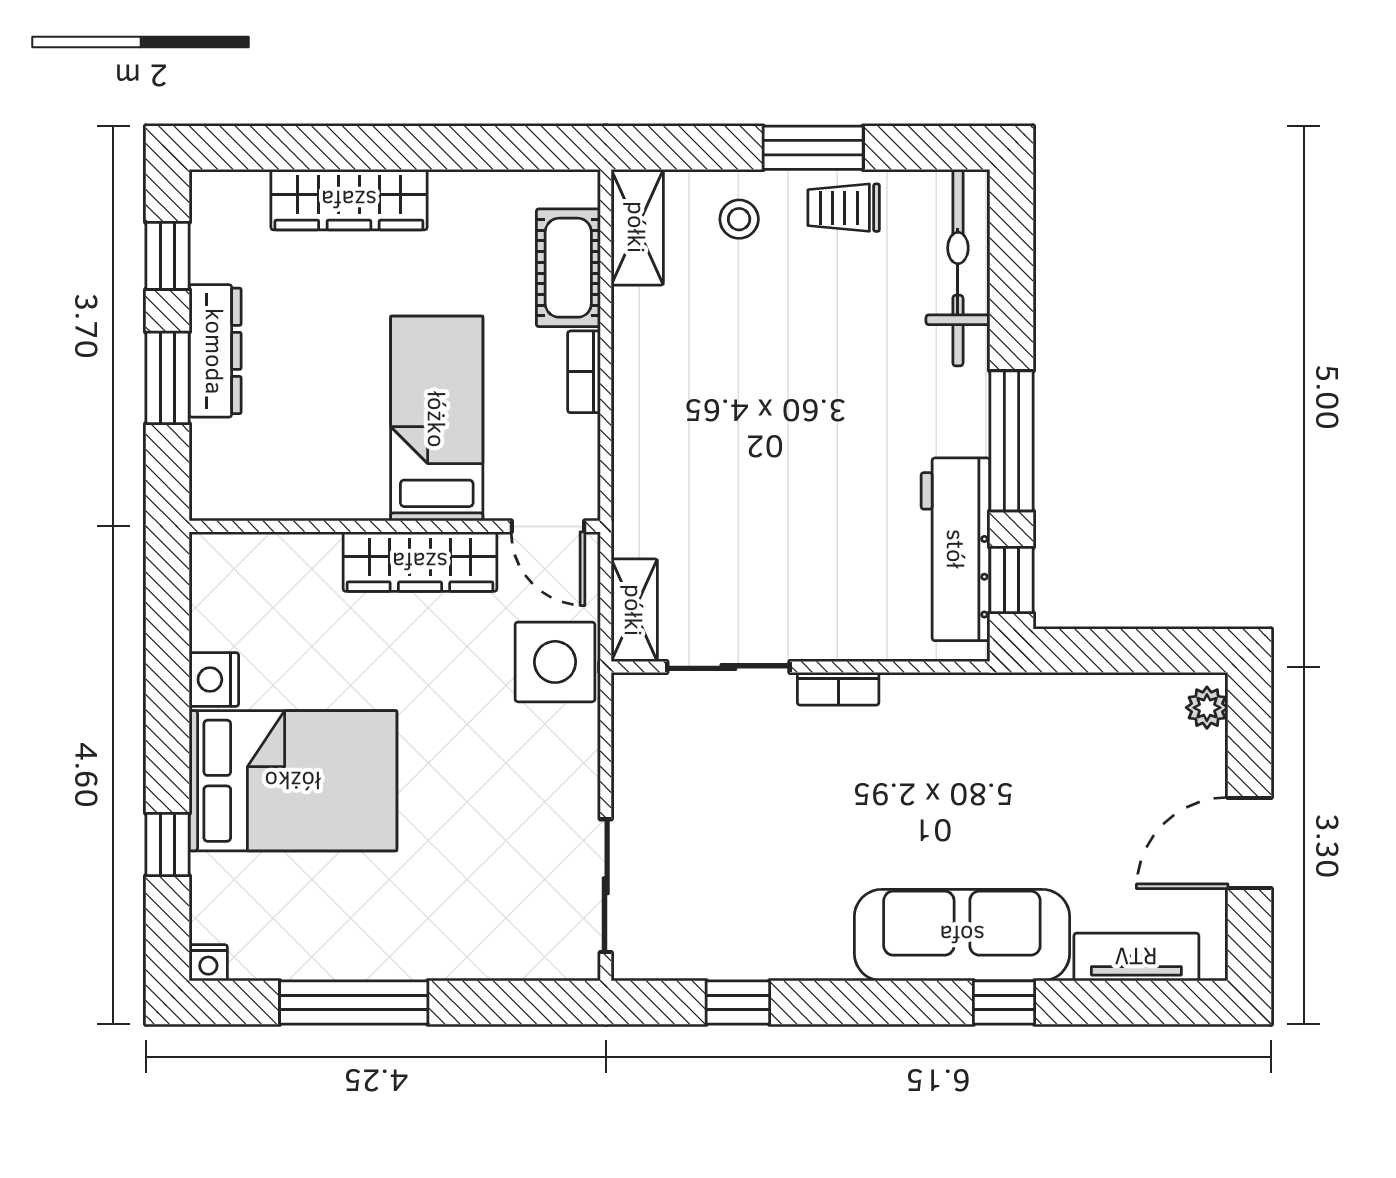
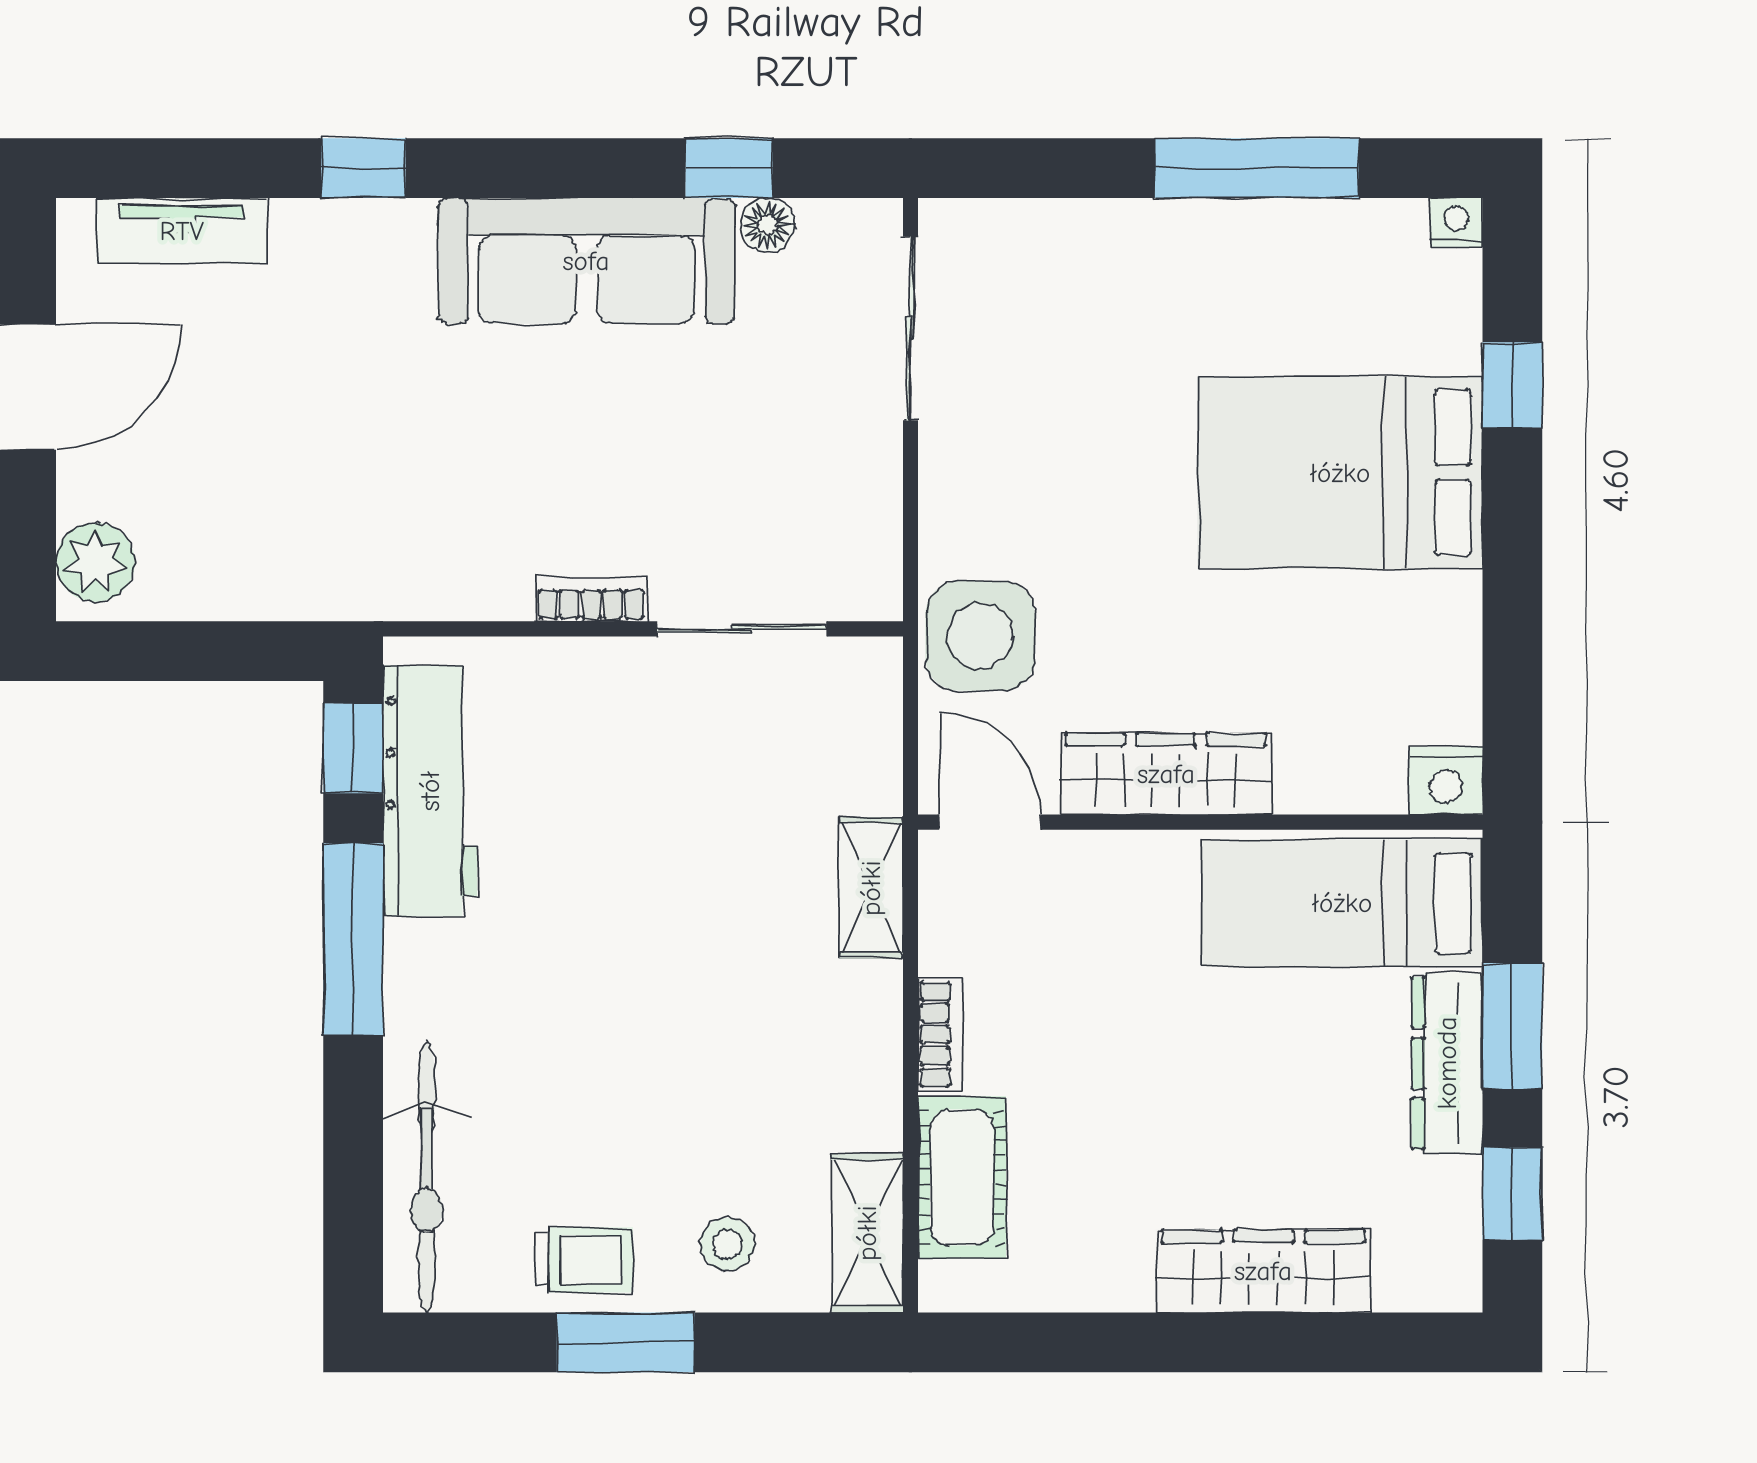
bed: (437, 419) -> (1342, 903), moved, turned 90
shelving: (634, 610) -> (871, 888), moved
nightstand: (214, 679) -> (1446, 781), moved, turned 90
plant: (1207, 708) -> (95, 562), width x1.38, depth x1.38
sofa: (962, 935) -> (586, 261), moved
floor lamp: (710, 961) -> (767, 225), added

